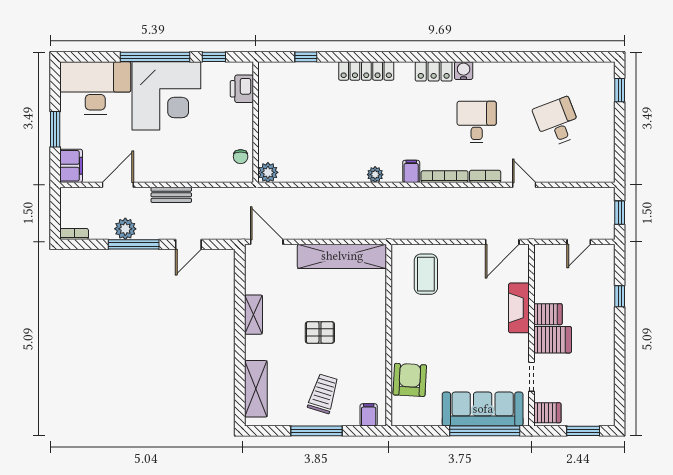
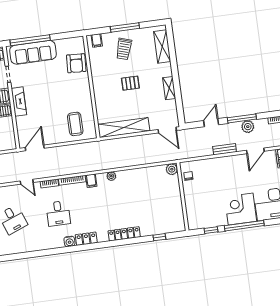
printer: (242, 89) -> (193, 214), removed
corner desk: (166, 96) -> (241, 209), width x0.74, depth x0.74
fireplace: (519, 308) -> (19, 102), moved

